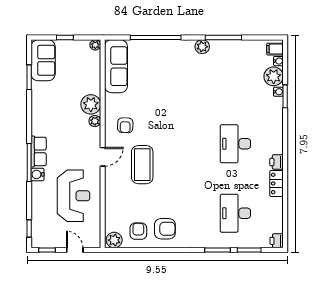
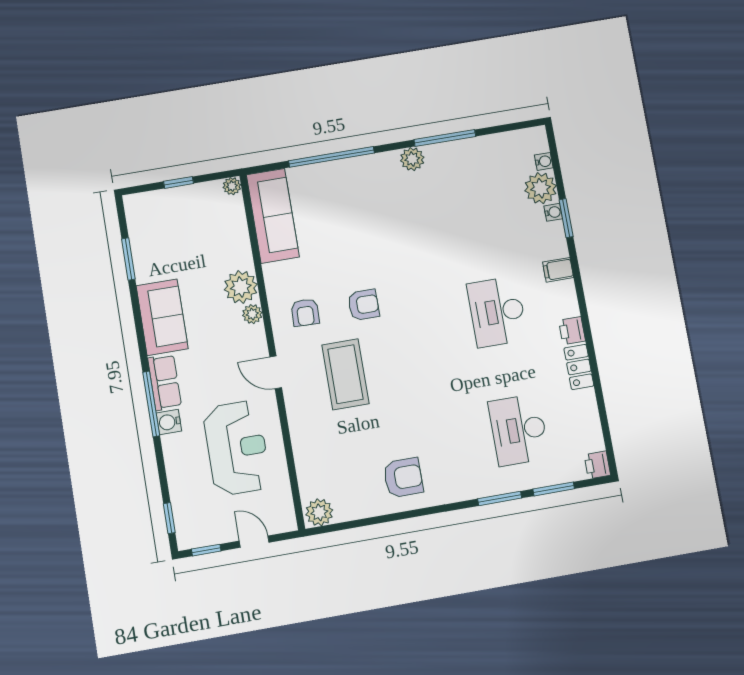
filing cabinet: (275, 49) -> (558, 270), moved
sofa: (43, 60) -> (162, 317), moved
door: (103, 157) -> (276, 372), swing flipped
armchair: (138, 231) -> (363, 305), moved, turned 90

